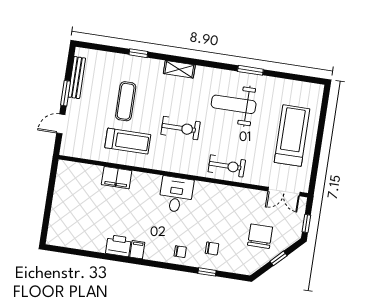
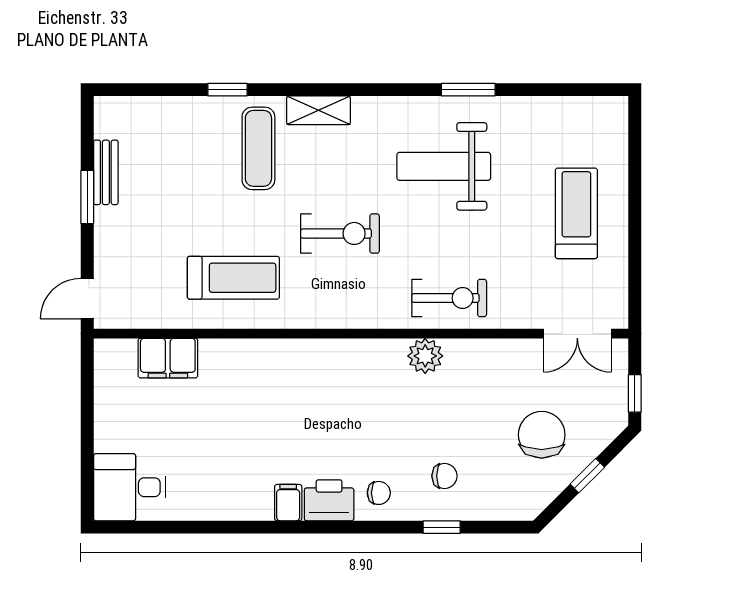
bench: (77, 78) -> (106, 172), width x0.73
exercise mat: (126, 101) -> (258, 148), moved
door: (61, 124) -> (87, 299), moved
treadmill: (292, 136) -> (576, 213), width x0.73, depth x0.73
filing cabinet: (117, 178) -> (168, 358), moved
plant: (211, 191) -> (425, 356), added
desk: (176, 195) -> (130, 487), moved, turned -90
printer: (118, 246) -> (329, 500), moved

